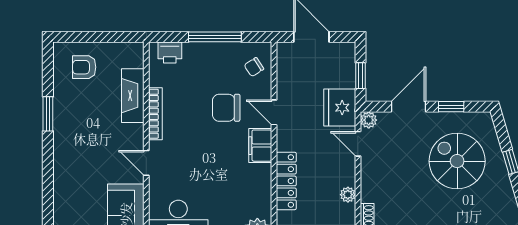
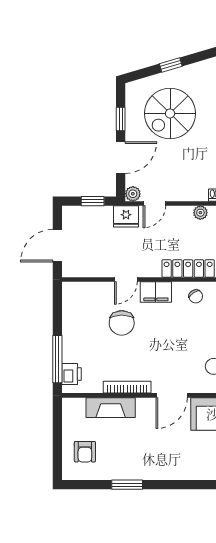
window: (215, 37) -> (57, 359), moved
chair: (254, 67) -> (196, 296), moved
door: (409, 107) -> (121, 158), swing flipped
fridge: (340, 108) -> (126, 216), width x0.73, depth x0.75
door: (146, 163) -> (172, 395), width x1.38

